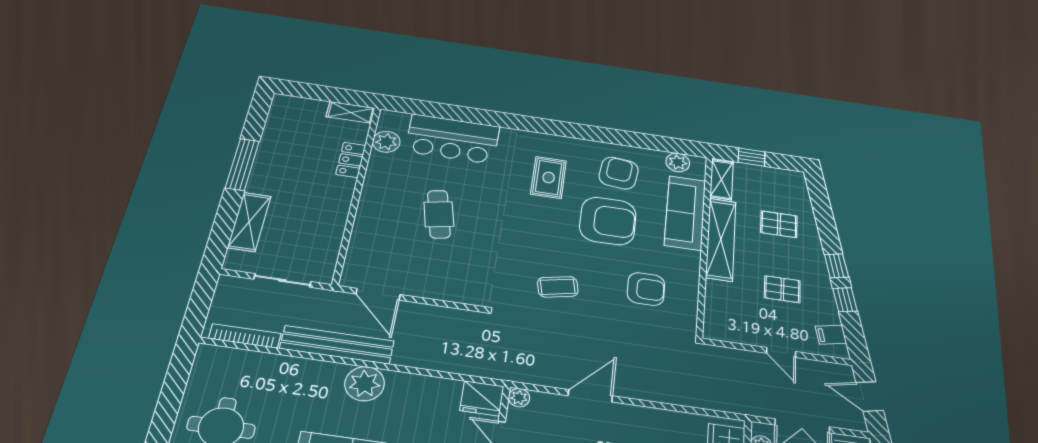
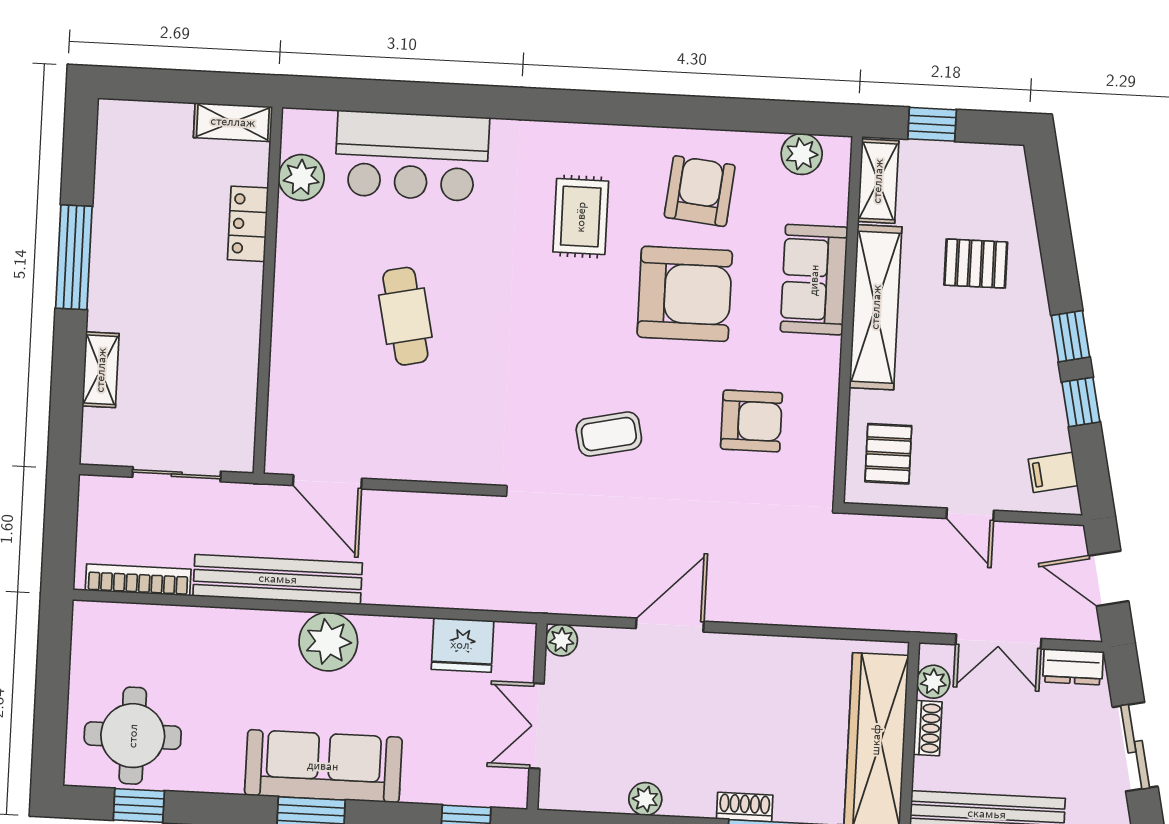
sofa: (685, 213) -> (814, 280), width x0.73
shelving: (249, 222) -> (101, 370), width x0.67, depth x0.75
pallet: (782, 289) -> (888, 454), moved, turned 90
fridge: (482, 398) -> (462, 645), moved

